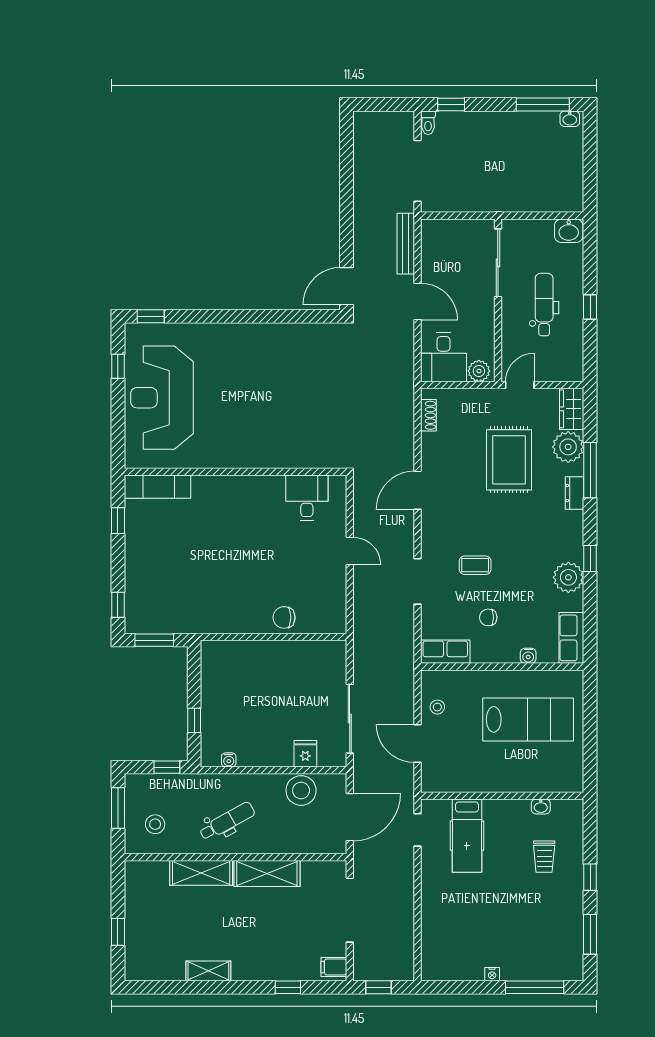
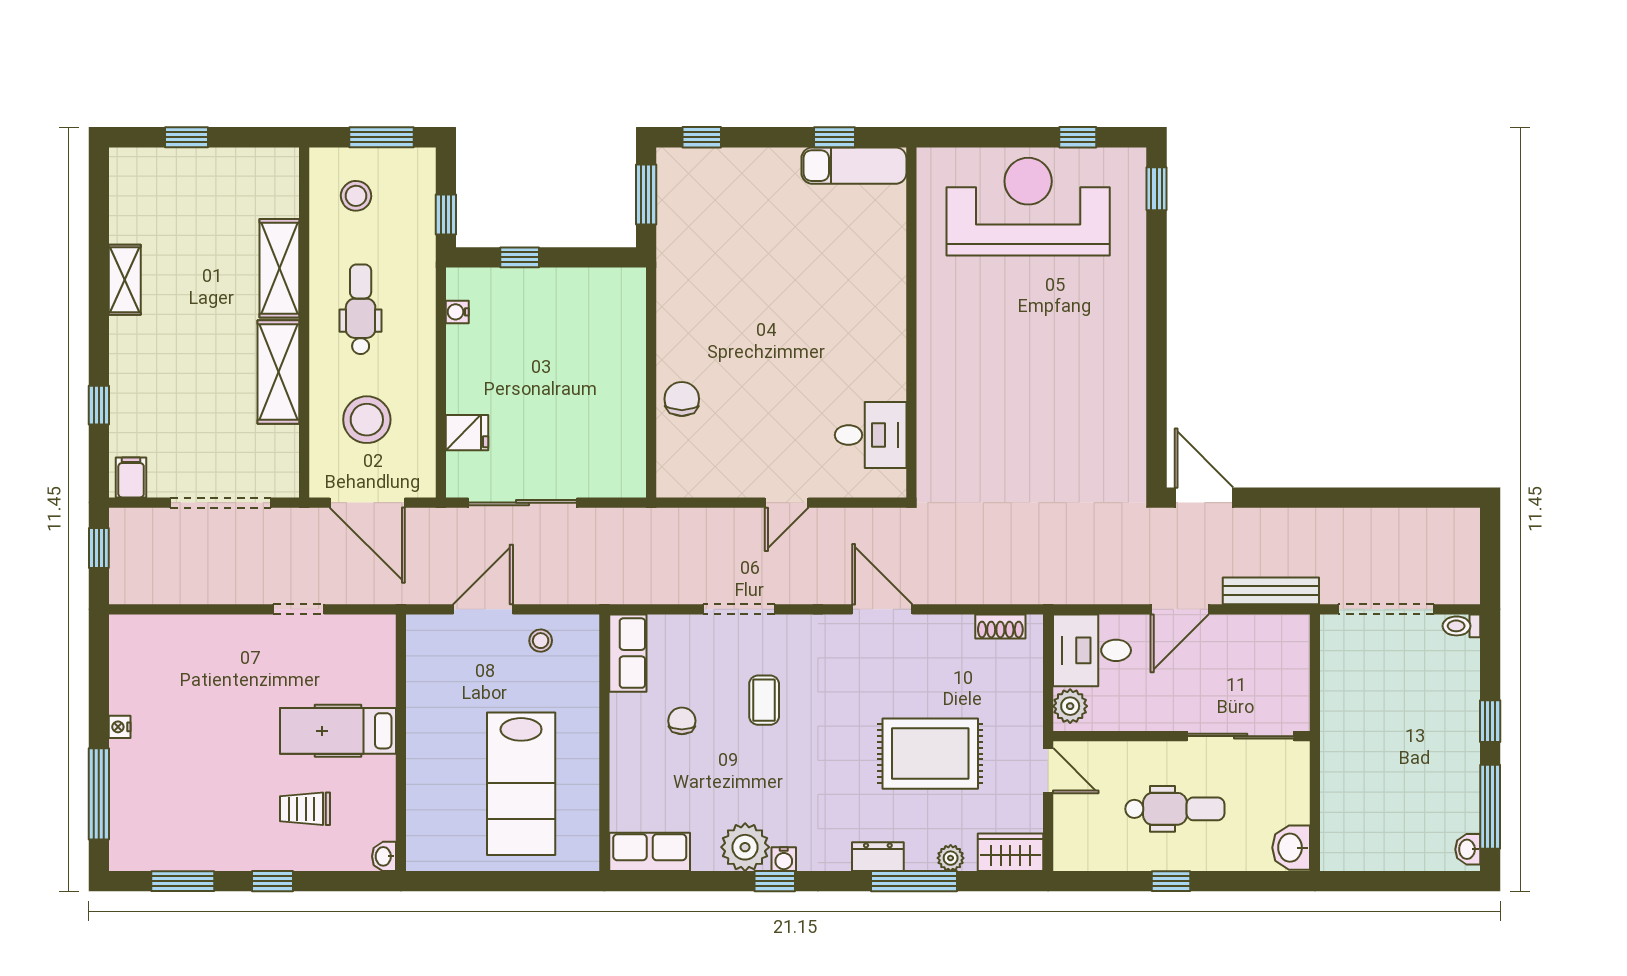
window: (451, 105) -> (1490, 721), moved
plant: (568, 447) -> (951, 858), width x0.53, depth x0.53
exam couch: (157, 487) -> (854, 166), moved, turned -90
water cooler: (528, 656) -> (784, 859), moved, turned -90
stool: (301, 791) -> (367, 420), moved
washbasin: (541, 806) -> (384, 856), moved
dental chair: (227, 821) -> (361, 309), turned -151
doorway: (417, 830) -> (299, 609), moved
hospital bed: (467, 836) -> (338, 731), moved

